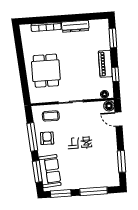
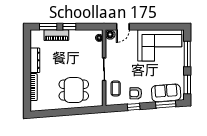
piano: (105, 64) -> (56, 35), moved
window: (115, 74) -> (69, 27), moved
window: (32, 137) -> (134, 107), width x0.46
corner sofa: (101, 161) -> (160, 45), added
window: (121, 161) -> (162, 27), removed

